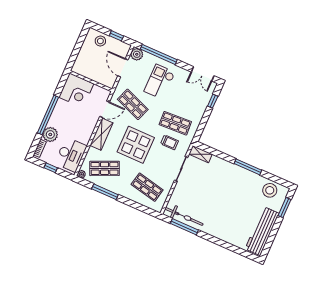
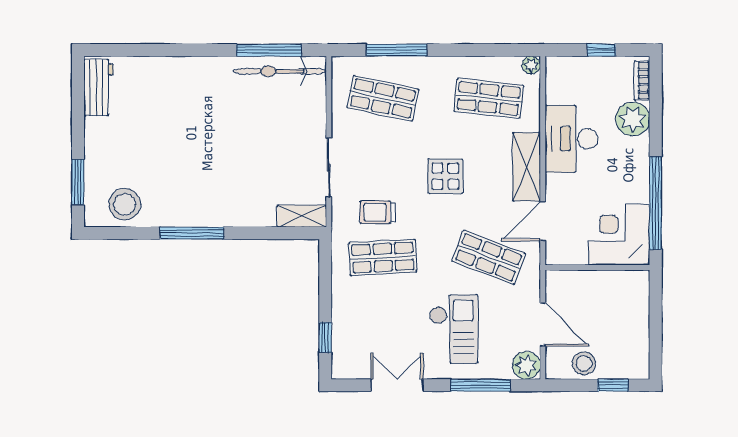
window: (116, 36) -> (613, 385), moved
stool: (100, 41) -> (584, 363), moved
window: (159, 54) -> (480, 385), width x0.68
double door: (203, 74) -> (397, 385), moved
window: (48, 115) -> (656, 203), moved
display table: (136, 145) -> (445, 176), width x0.54, depth x0.54
desk: (71, 155) -> (571, 139), moved
shop shelf: (105, 168) -> (489, 98), turned 30
window: (105, 192) -> (396, 50), moved
workbench: (262, 231) -> (99, 87), width x0.53, depth x0.76

